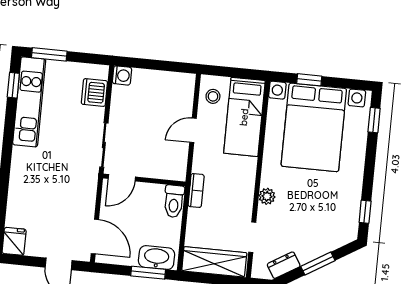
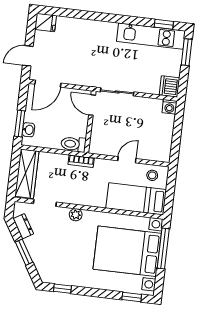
window: (309, 80) -> (163, 248), width x2.17
dishwasher: (94, 93) -> (169, 86), moved, turned -90
door: (193, 130) -> (127, 160), hinge flipped
washbasin: (157, 258) -> (28, 130), width x0.52, depth x0.69

